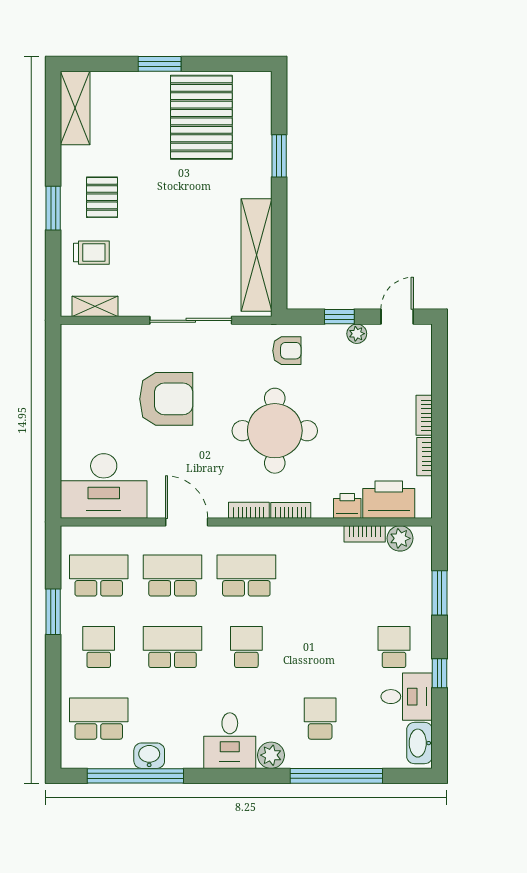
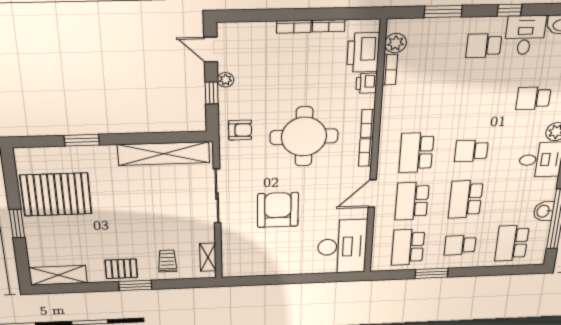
pallet: (102, 197) -> (121, 269), moved
armchair: (287, 351) -> (240, 130), turned 90

